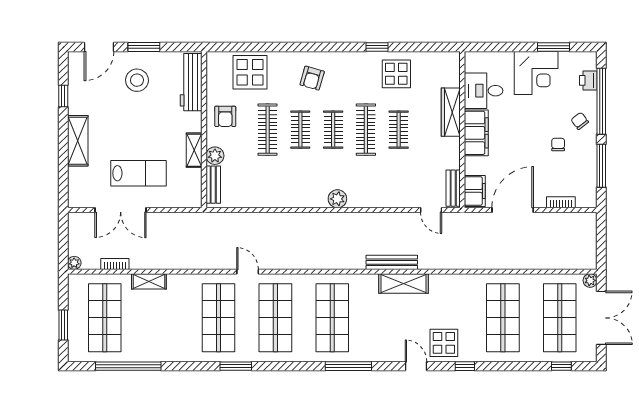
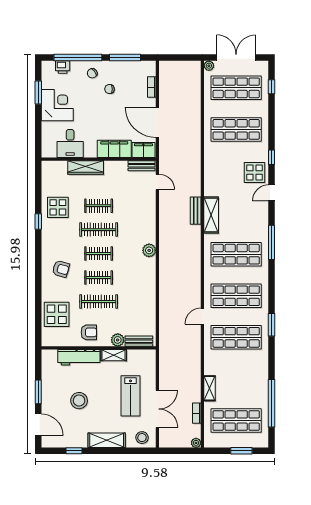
stool: (137, 80) -> (79, 401), moved
workbench: (191, 82) -> (79, 357), moved
filing cabinet: (476, 133) -> (114, 149), moved
lab bench: (138, 173) -> (130, 396), turned 180
stool: (81, 189) -> (142, 438), added
door: (431, 210) -> (157, 182), hinge flipped
bench: (392, 262) -> (196, 211), width x0.73
shelving: (404, 283) -> (211, 215), moved

